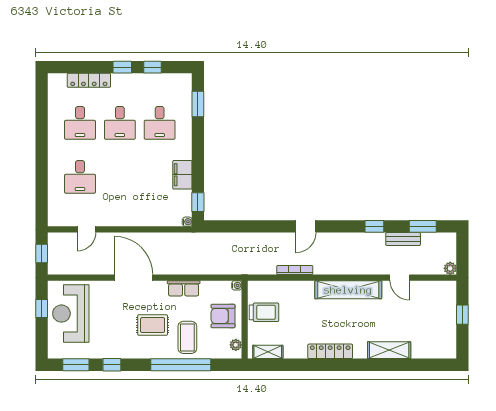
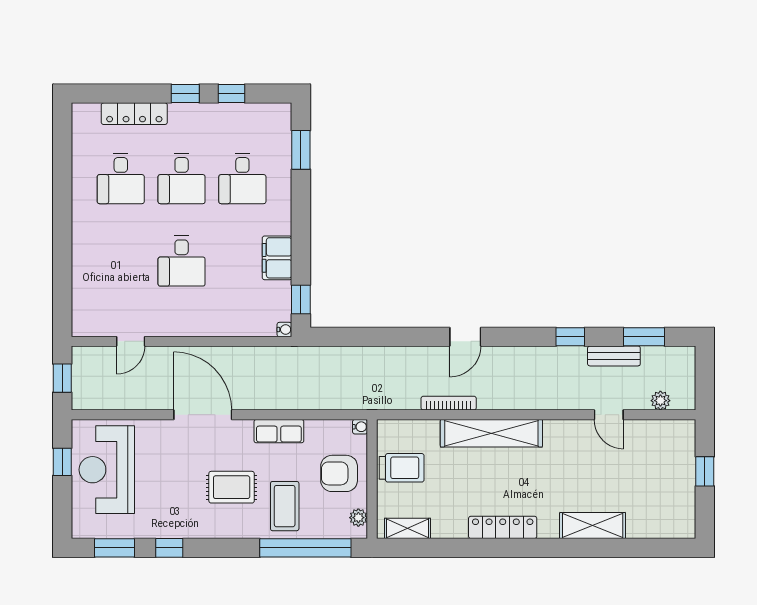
desk: (80, 177) -> (182, 261), moved
plant: (450, 268) -> (660, 401), moved
shelving: (348, 290) -> (491, 433), moved
window: (181, 365) -> (305, 548), moved

